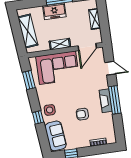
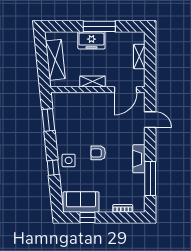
corner sofa: (57, 68) -> (85, 110), removed
window: (115, 100) -> (150, 178), moved
armchair: (82, 114) -> (98, 153), moved
sofa: (56, 136) -> (81, 202), moved, turned -84

